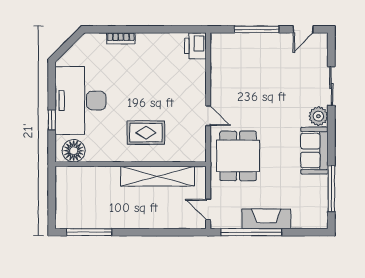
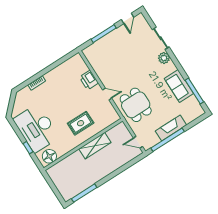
printer: (195, 46) -> (89, 80), moved
sofa: (314, 151) -> (179, 86), moved
shelving: (158, 176) -> (95, 146), width x0.68

